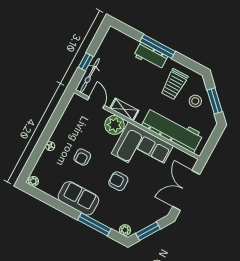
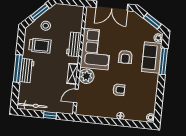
bicycle: (90, 76) -> (32, 105), moved
workbench: (172, 130) -> (74, 44), width x0.53, depth x0.76
sofa: (78, 198) -> (152, 57), moved

